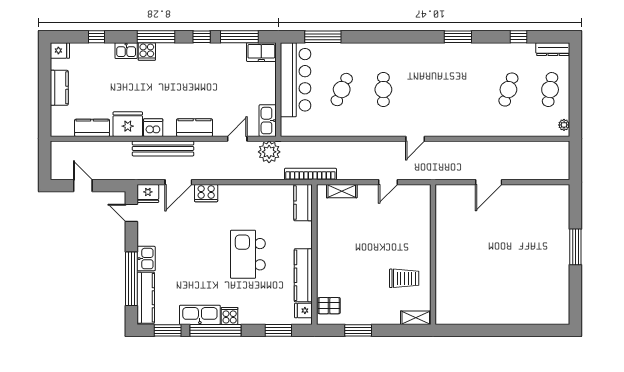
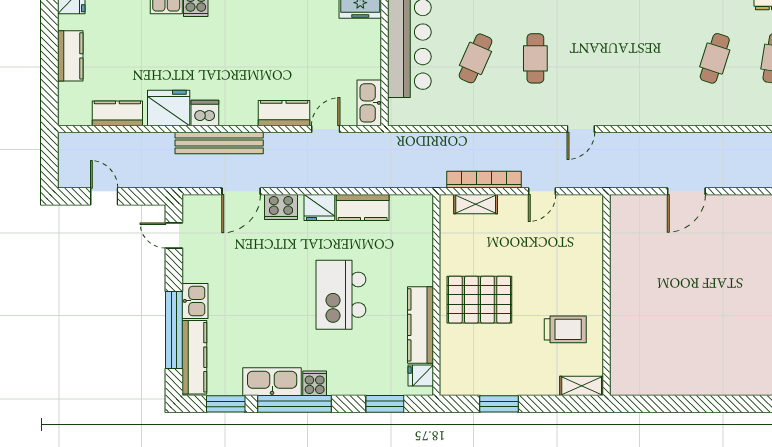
kitchen counter: (195, 128) -> (284, 113), moved
plant: (269, 152) -> (371, 148), removed
bookcase: (310, 174) -> (484, 180), moved
fridge: (148, 193) -> (319, 207), moved
kitchen counter: (303, 203) -> (363, 207), moved, turned -90
pallet: (329, 306) -> (479, 300), moved, width x2.05, depth x2.00

